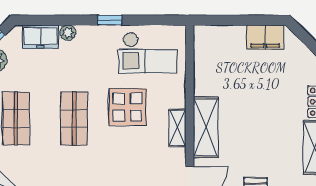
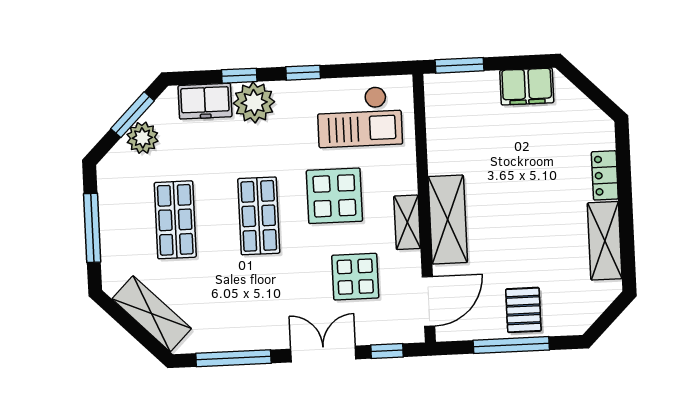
window: (65, 20) -> (239, 76), added
window: (219, 20) -> (460, 65), added
plant: (68, 33) -> (254, 103), width x1.88, depth x1.88
display table: (139, 164) -> (355, 277), added

